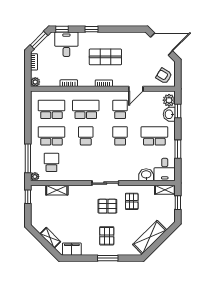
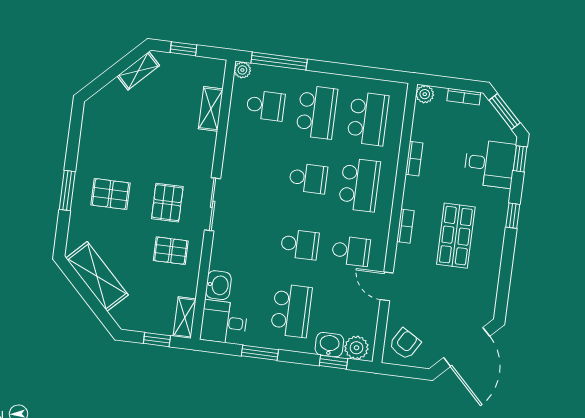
window: (28, 197) -> (184, 49), moved
shelving: (50, 238) -> (138, 71), moved
filing cabinet: (72, 249) -> (93, 123), removed

